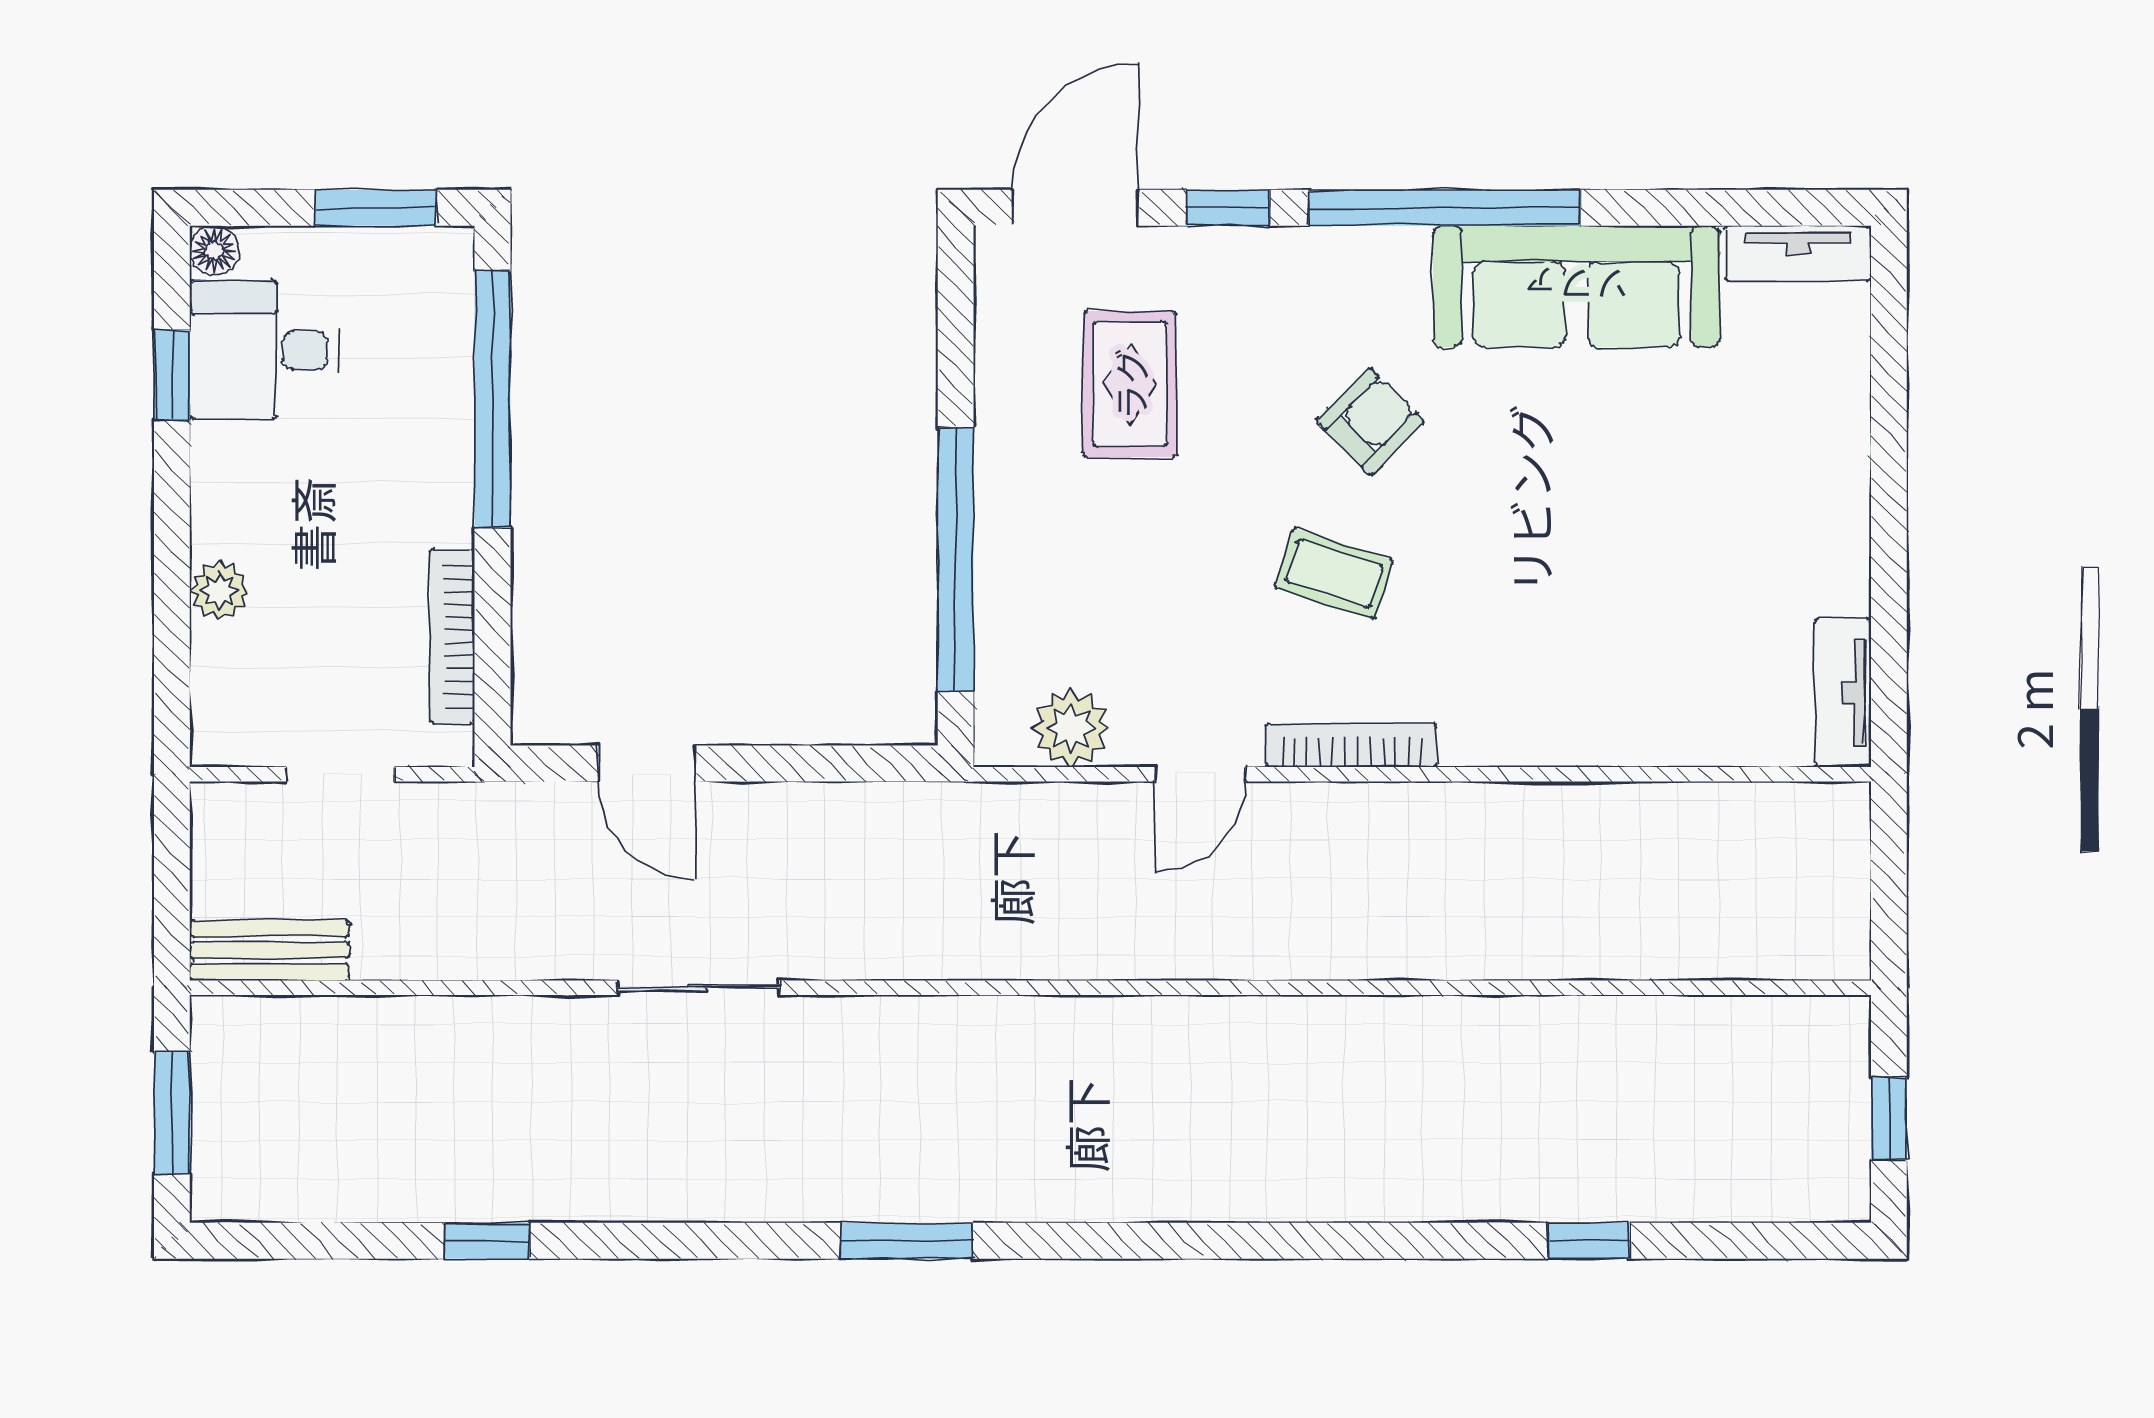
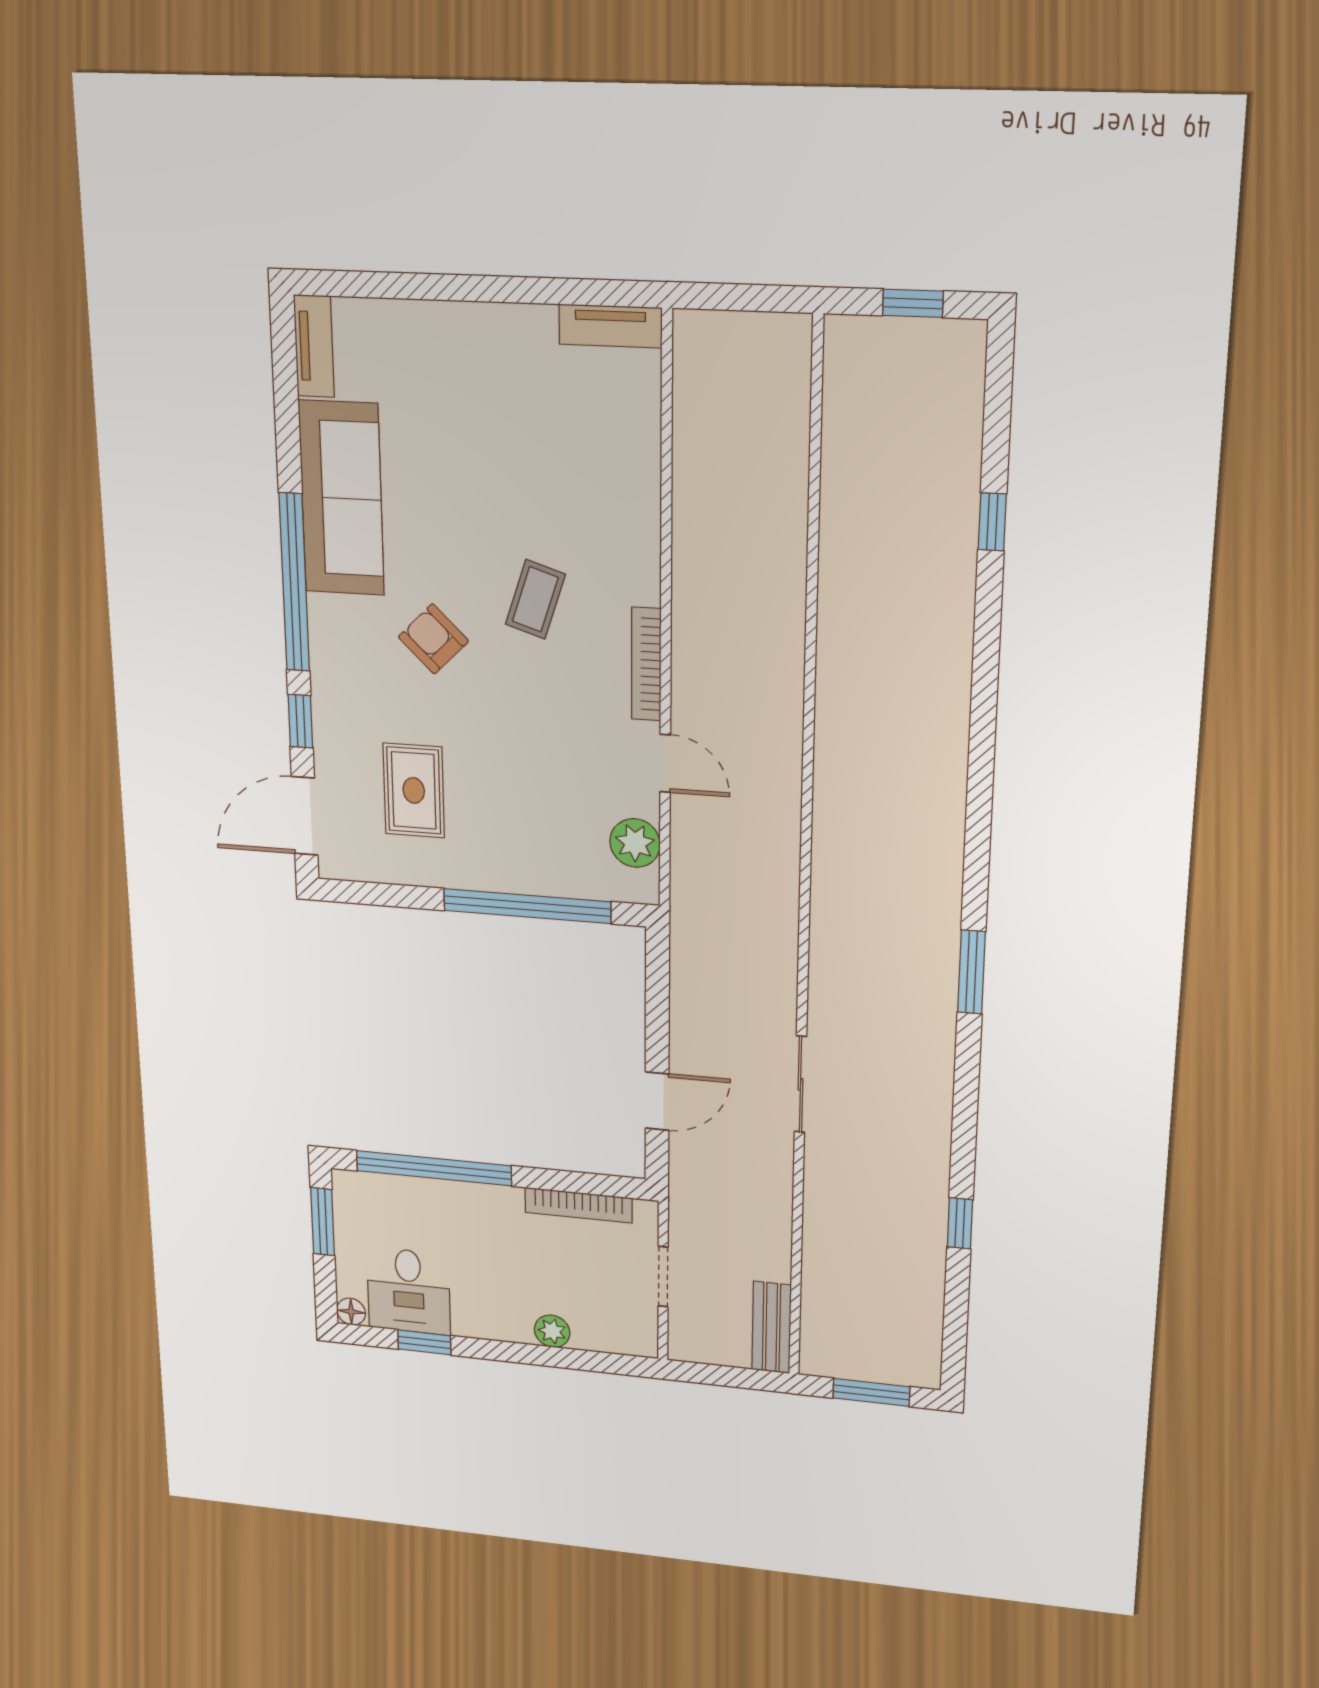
door: (1075, 208) -> (305, 816), hinge flipped
rug: (1130, 384) -> (414, 790), turned 90
coffee table: (1334, 574) -> (535, 599), moved

